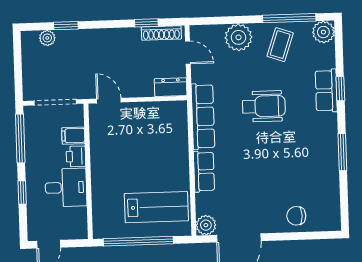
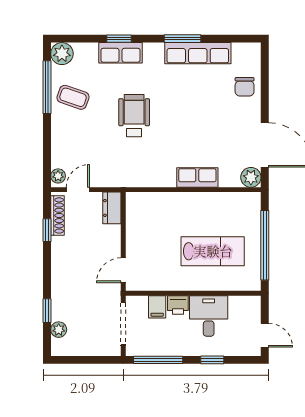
plant: (238, 37) -> (58, 176), moved, width x0.53, depth x0.53
row of seats: (203, 116) -> (198, 53), moved, turned 180
lab bench: (156, 207) -> (213, 251), moved, turned 90

